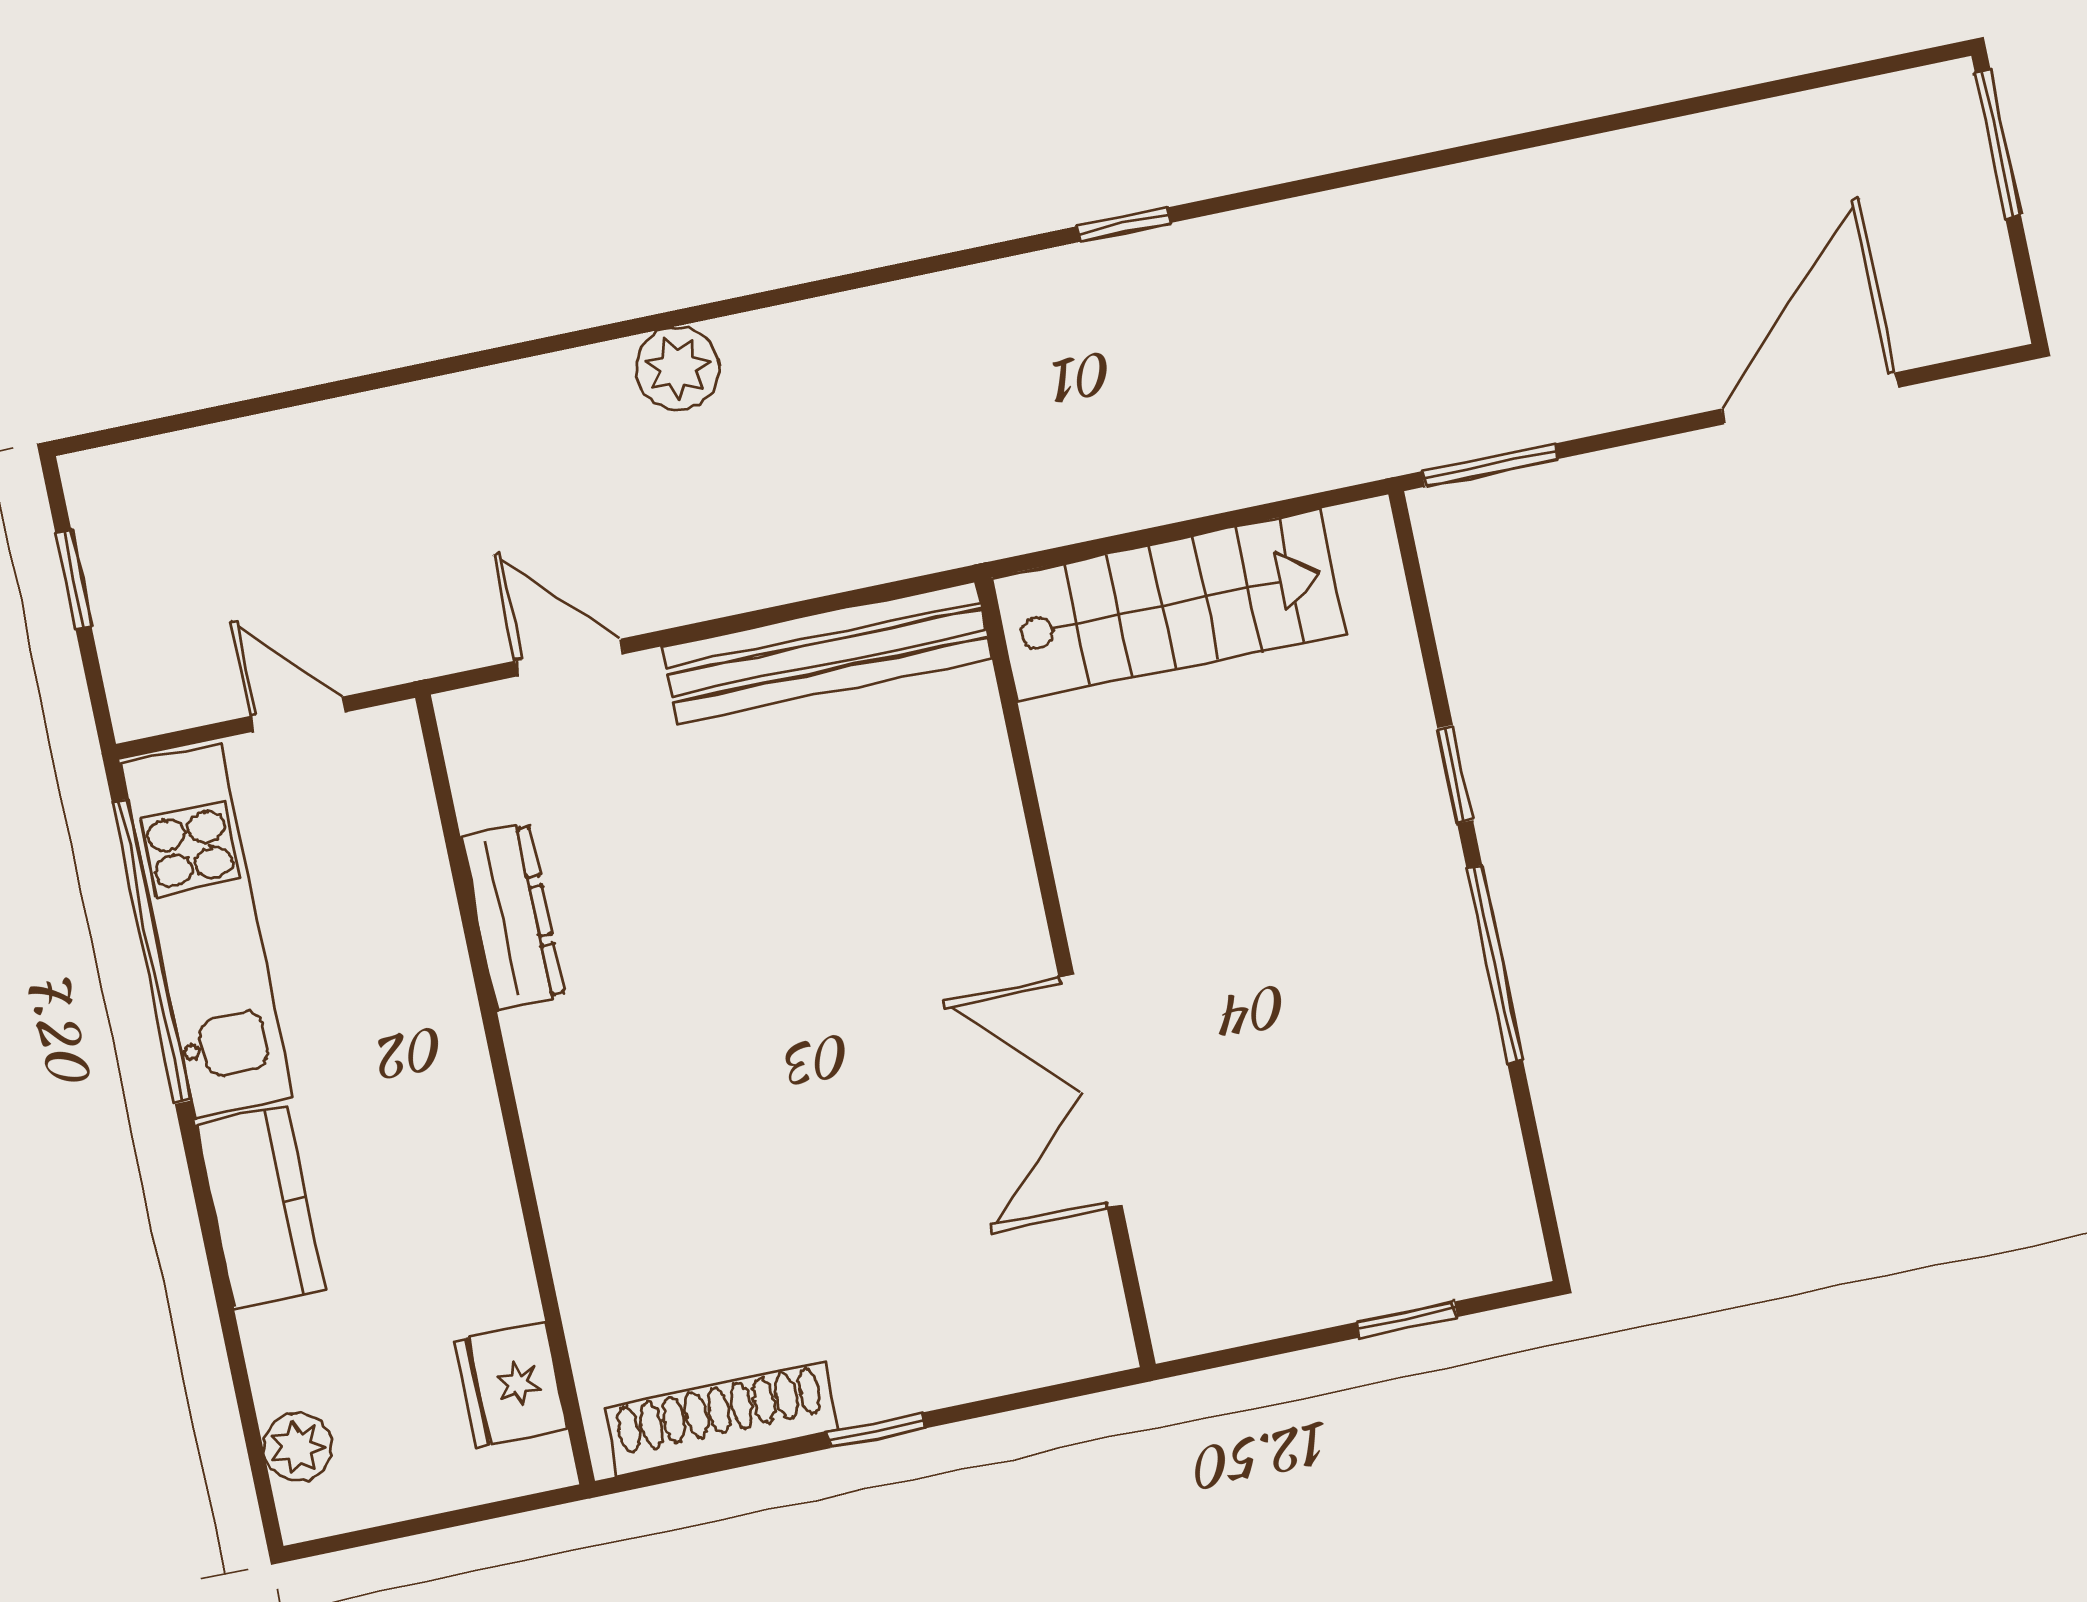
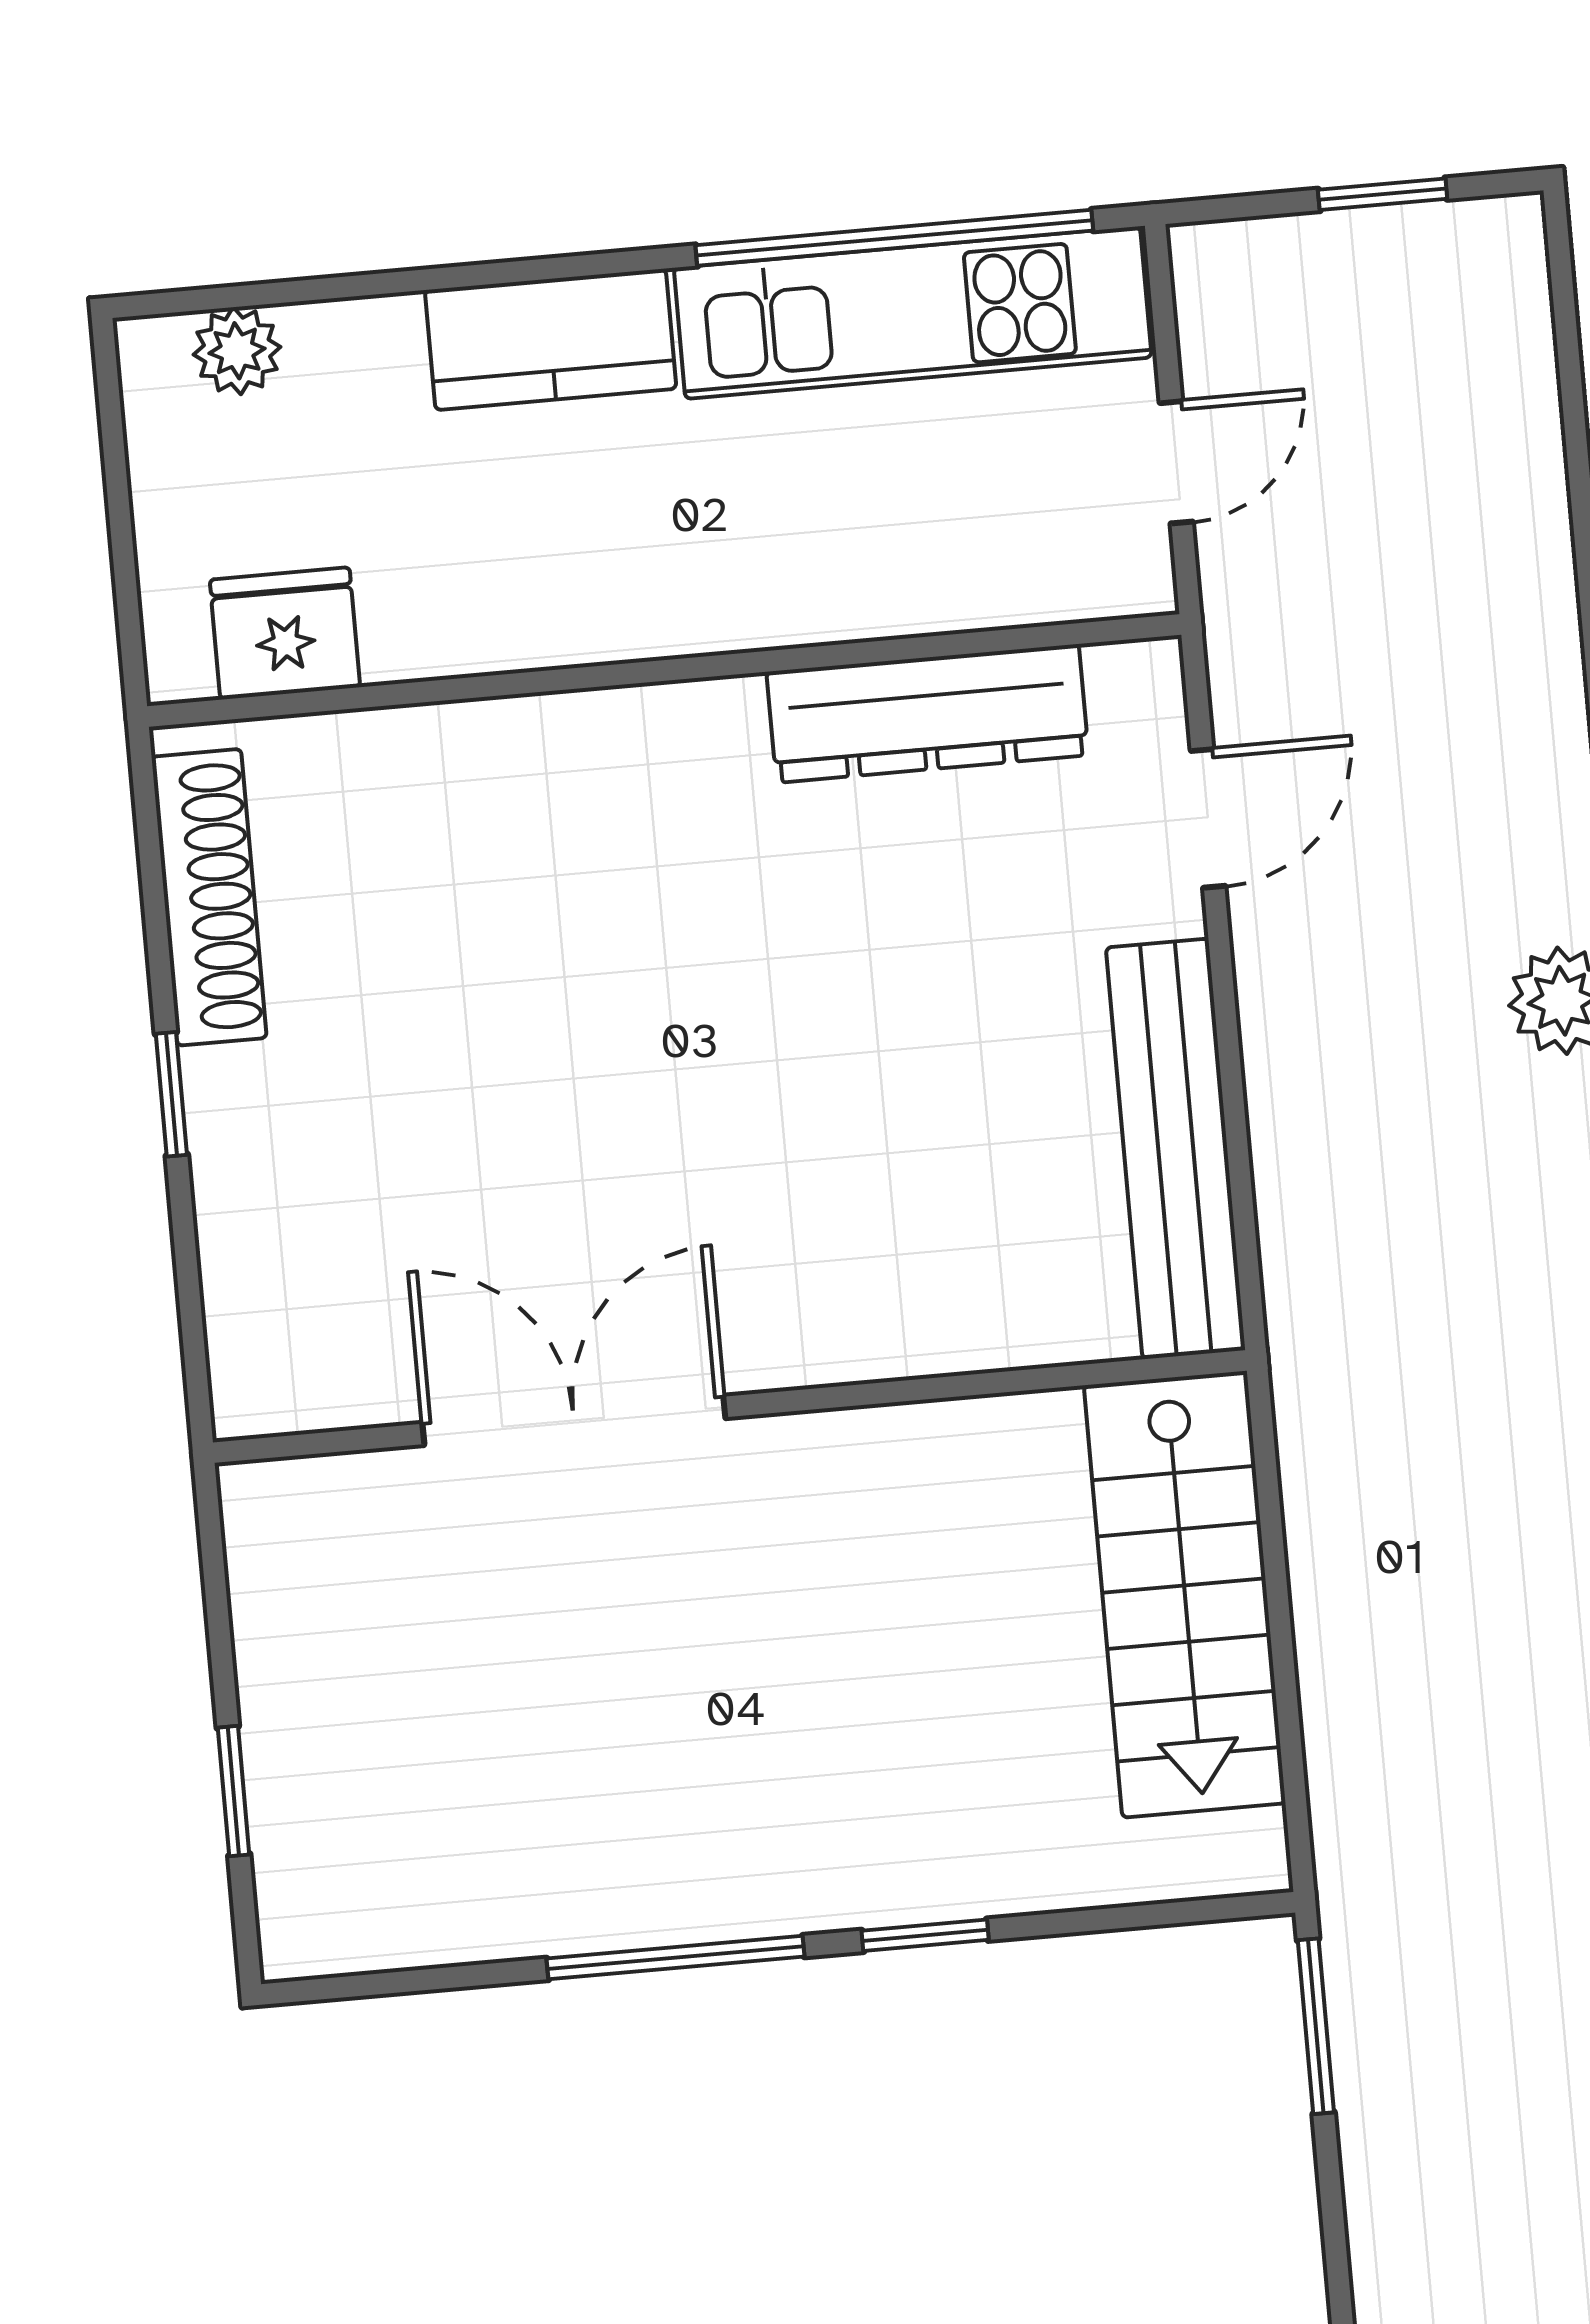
dresser: (513, 916) -> (928, 713), width x1.37, depth x1.24

